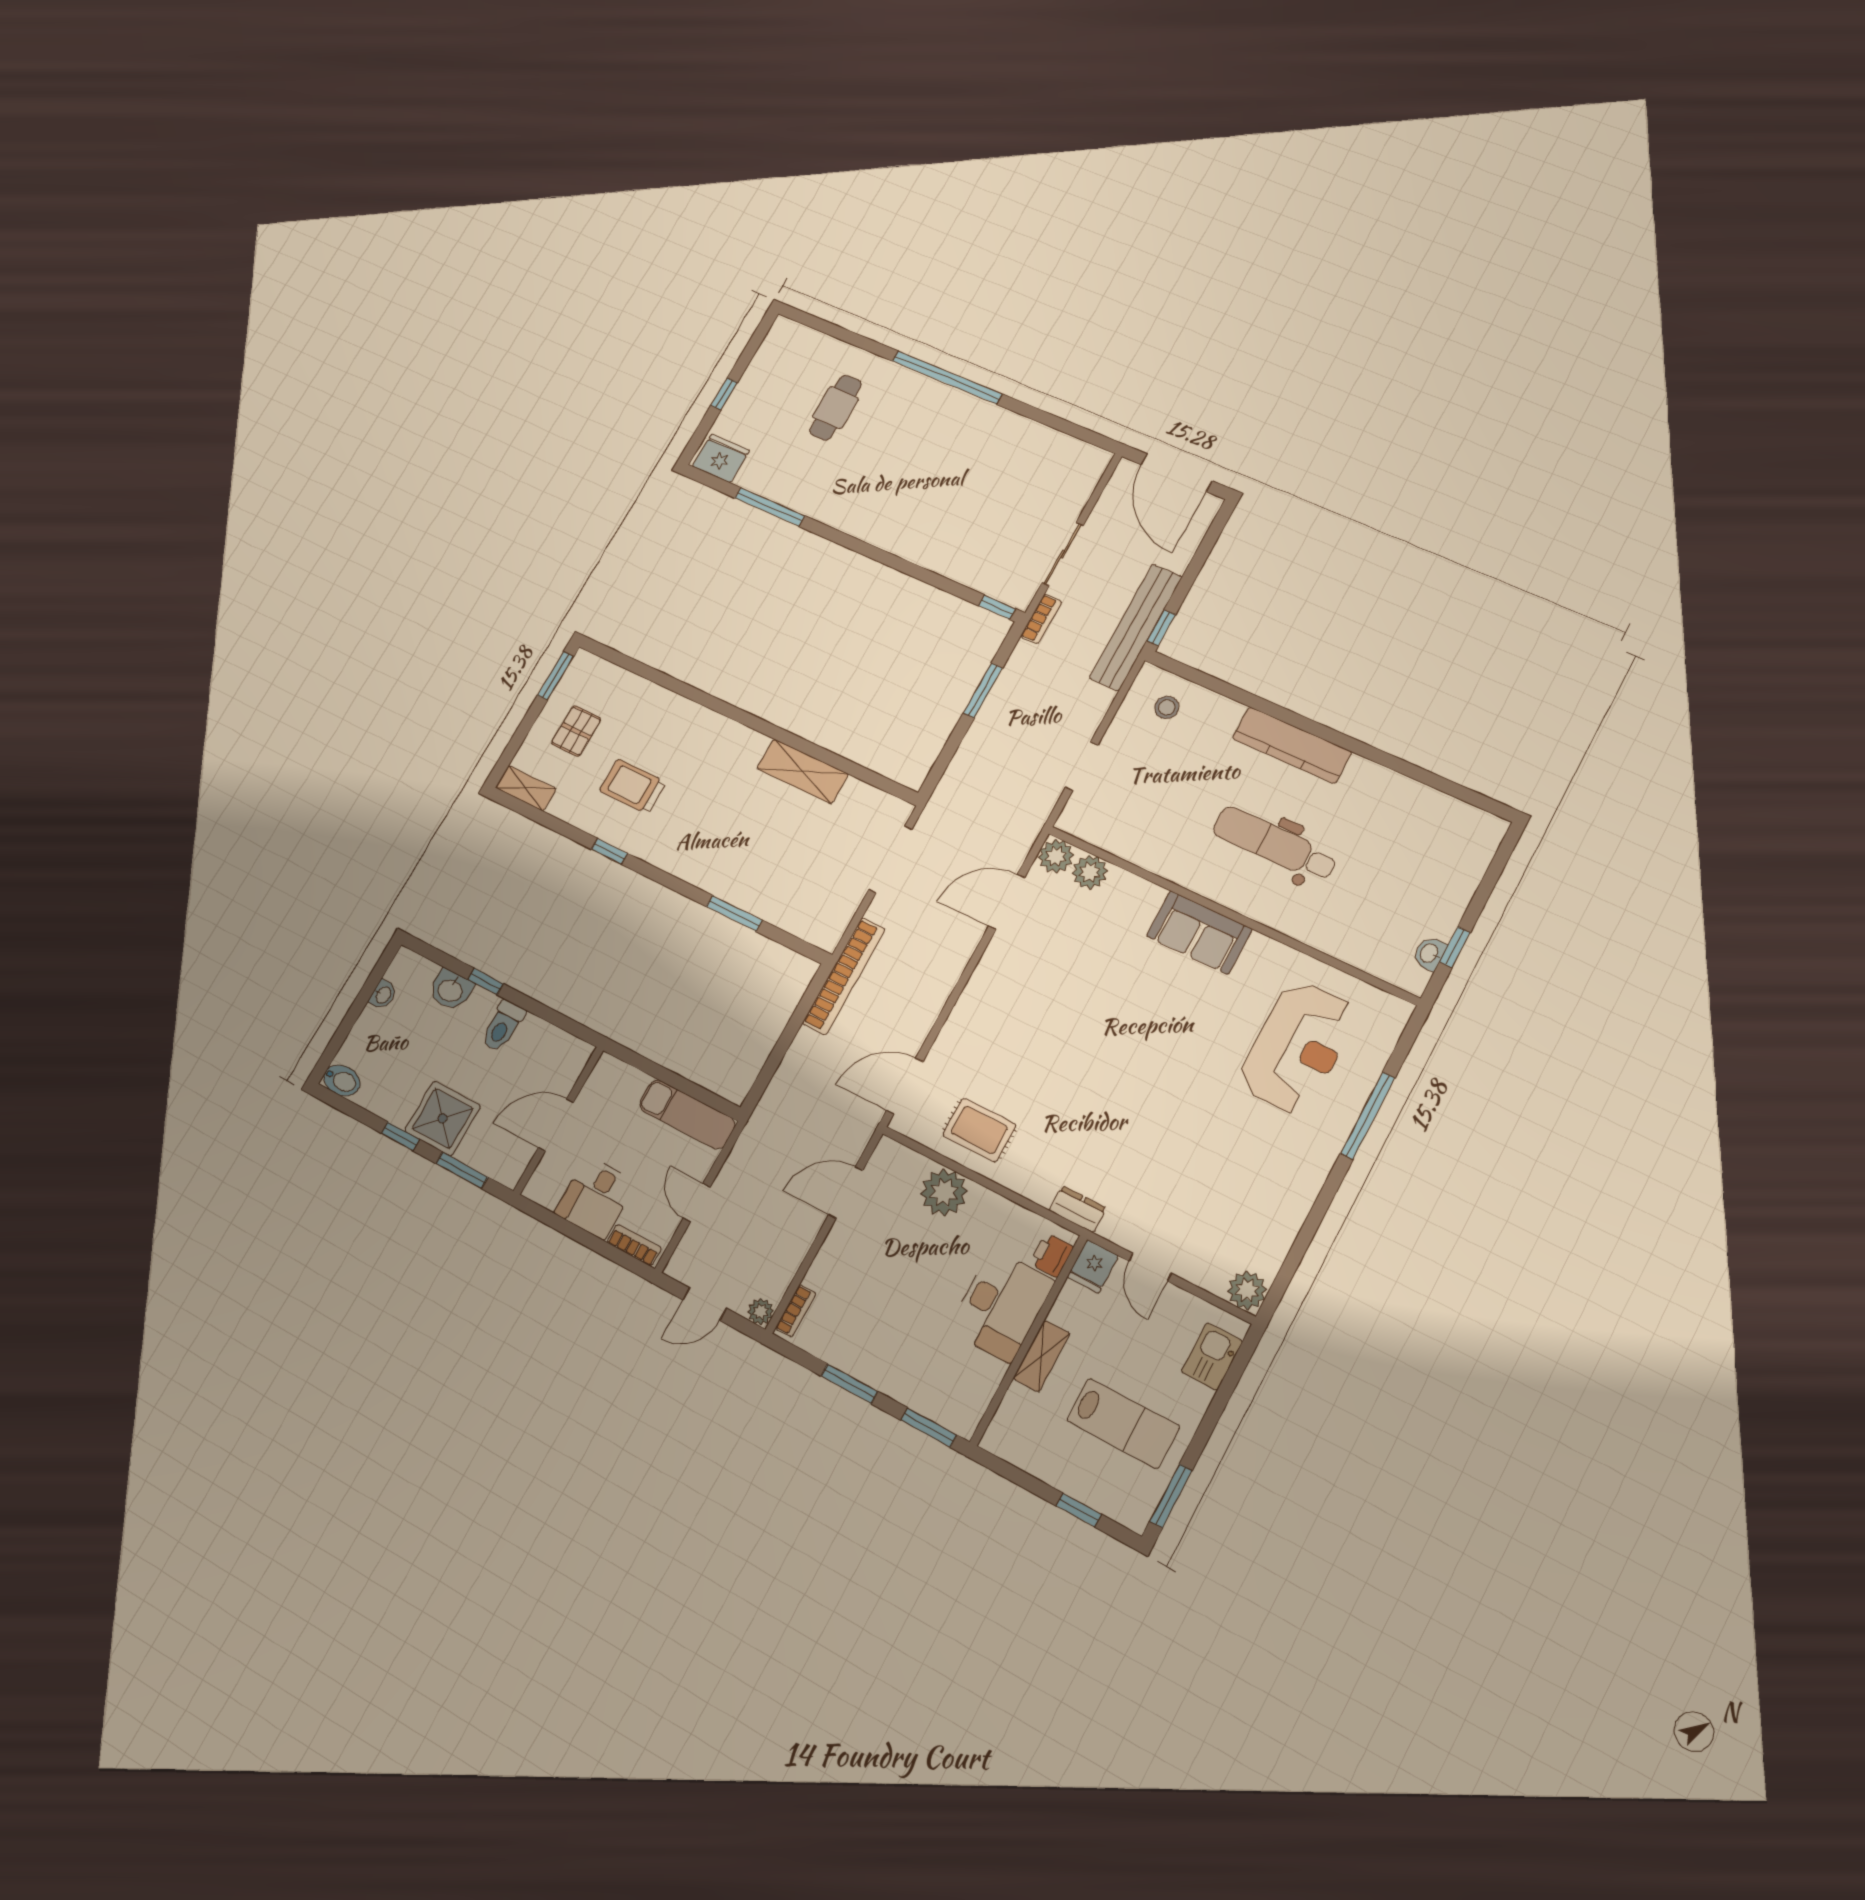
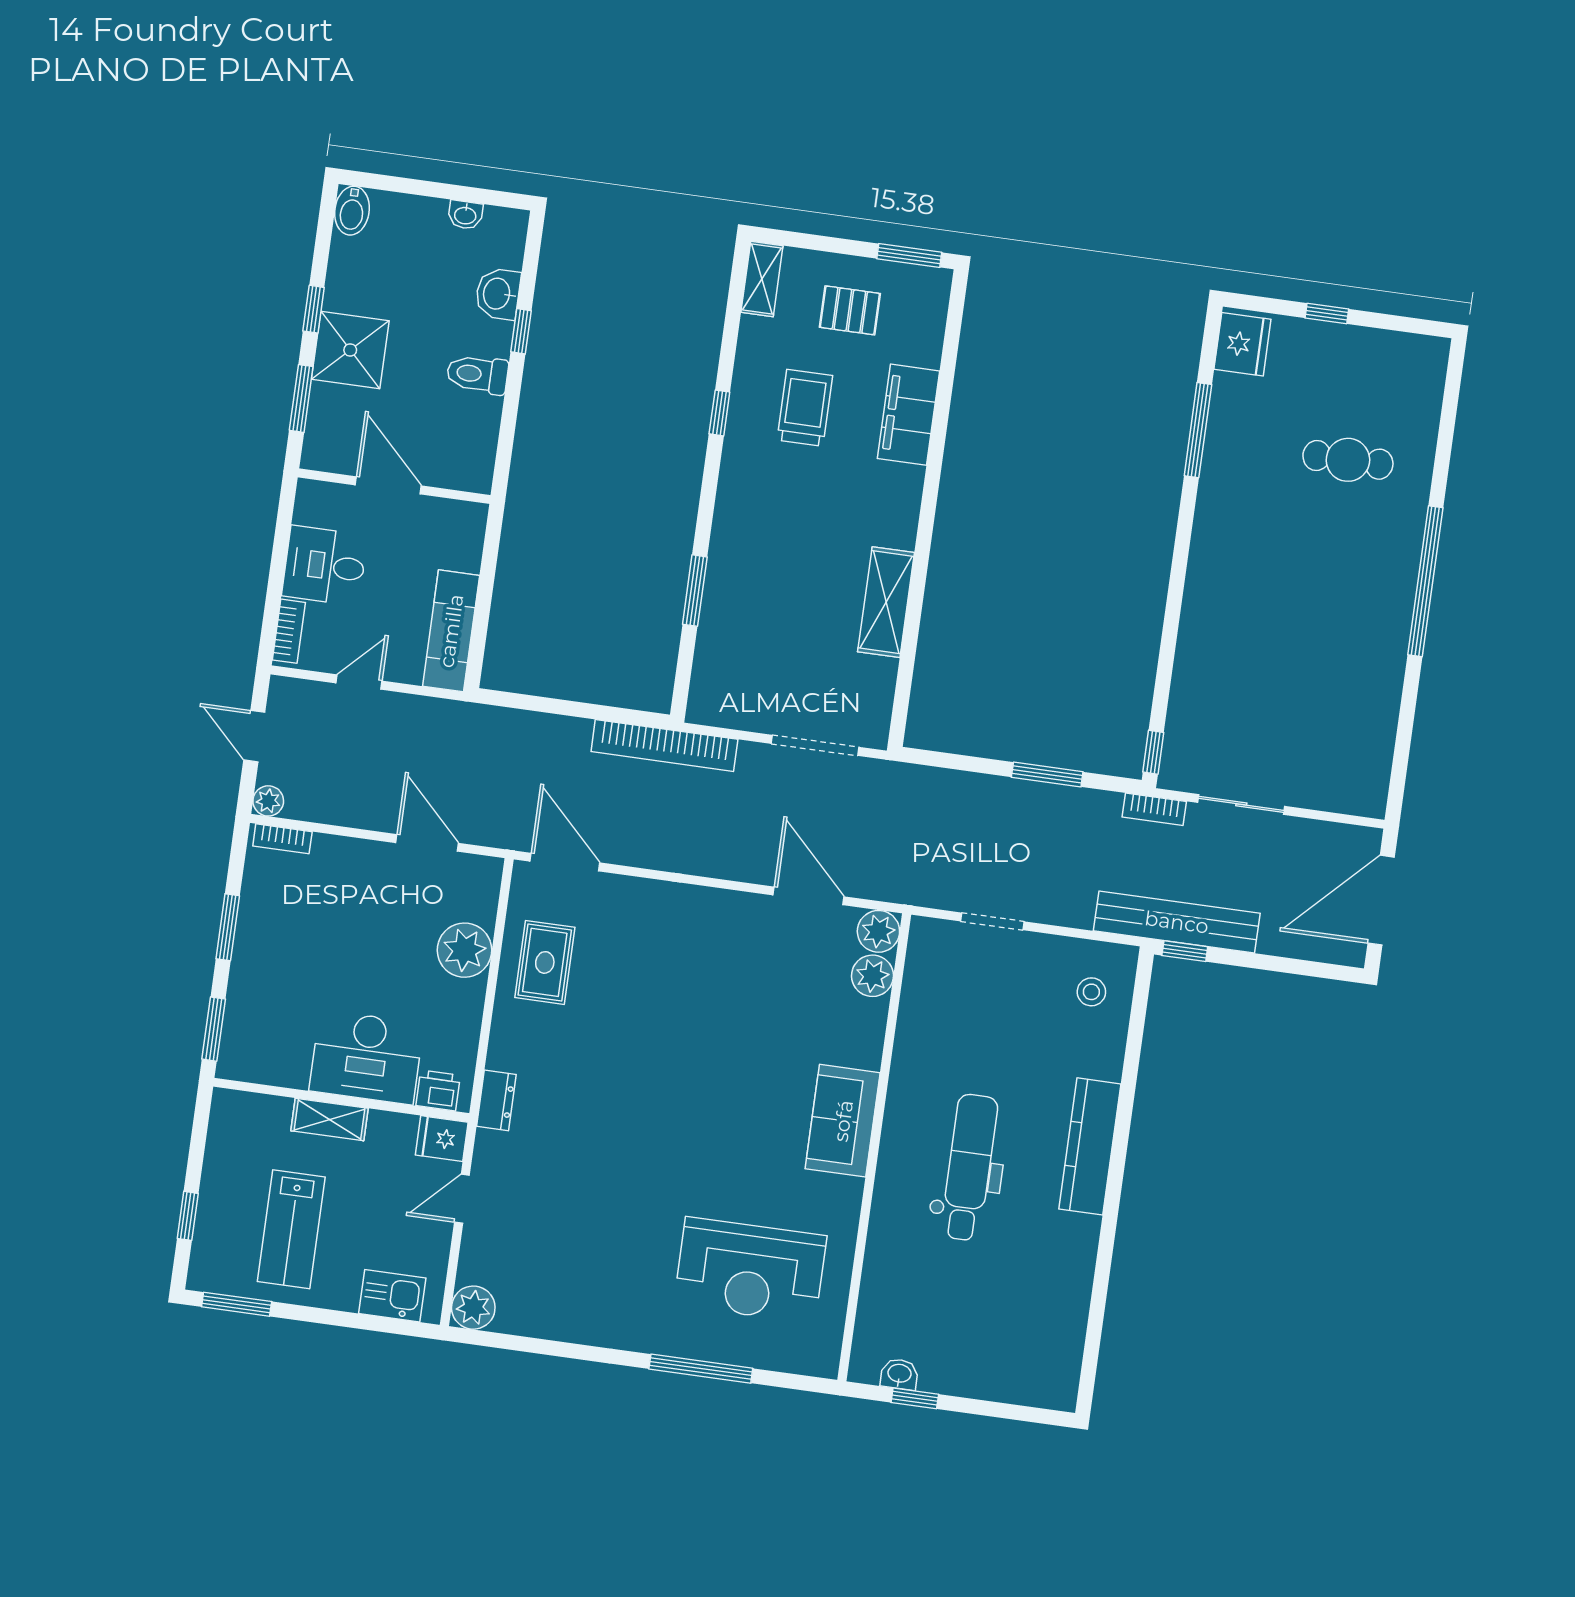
filing cabinet: (670, 712) -> (908, 415), added

